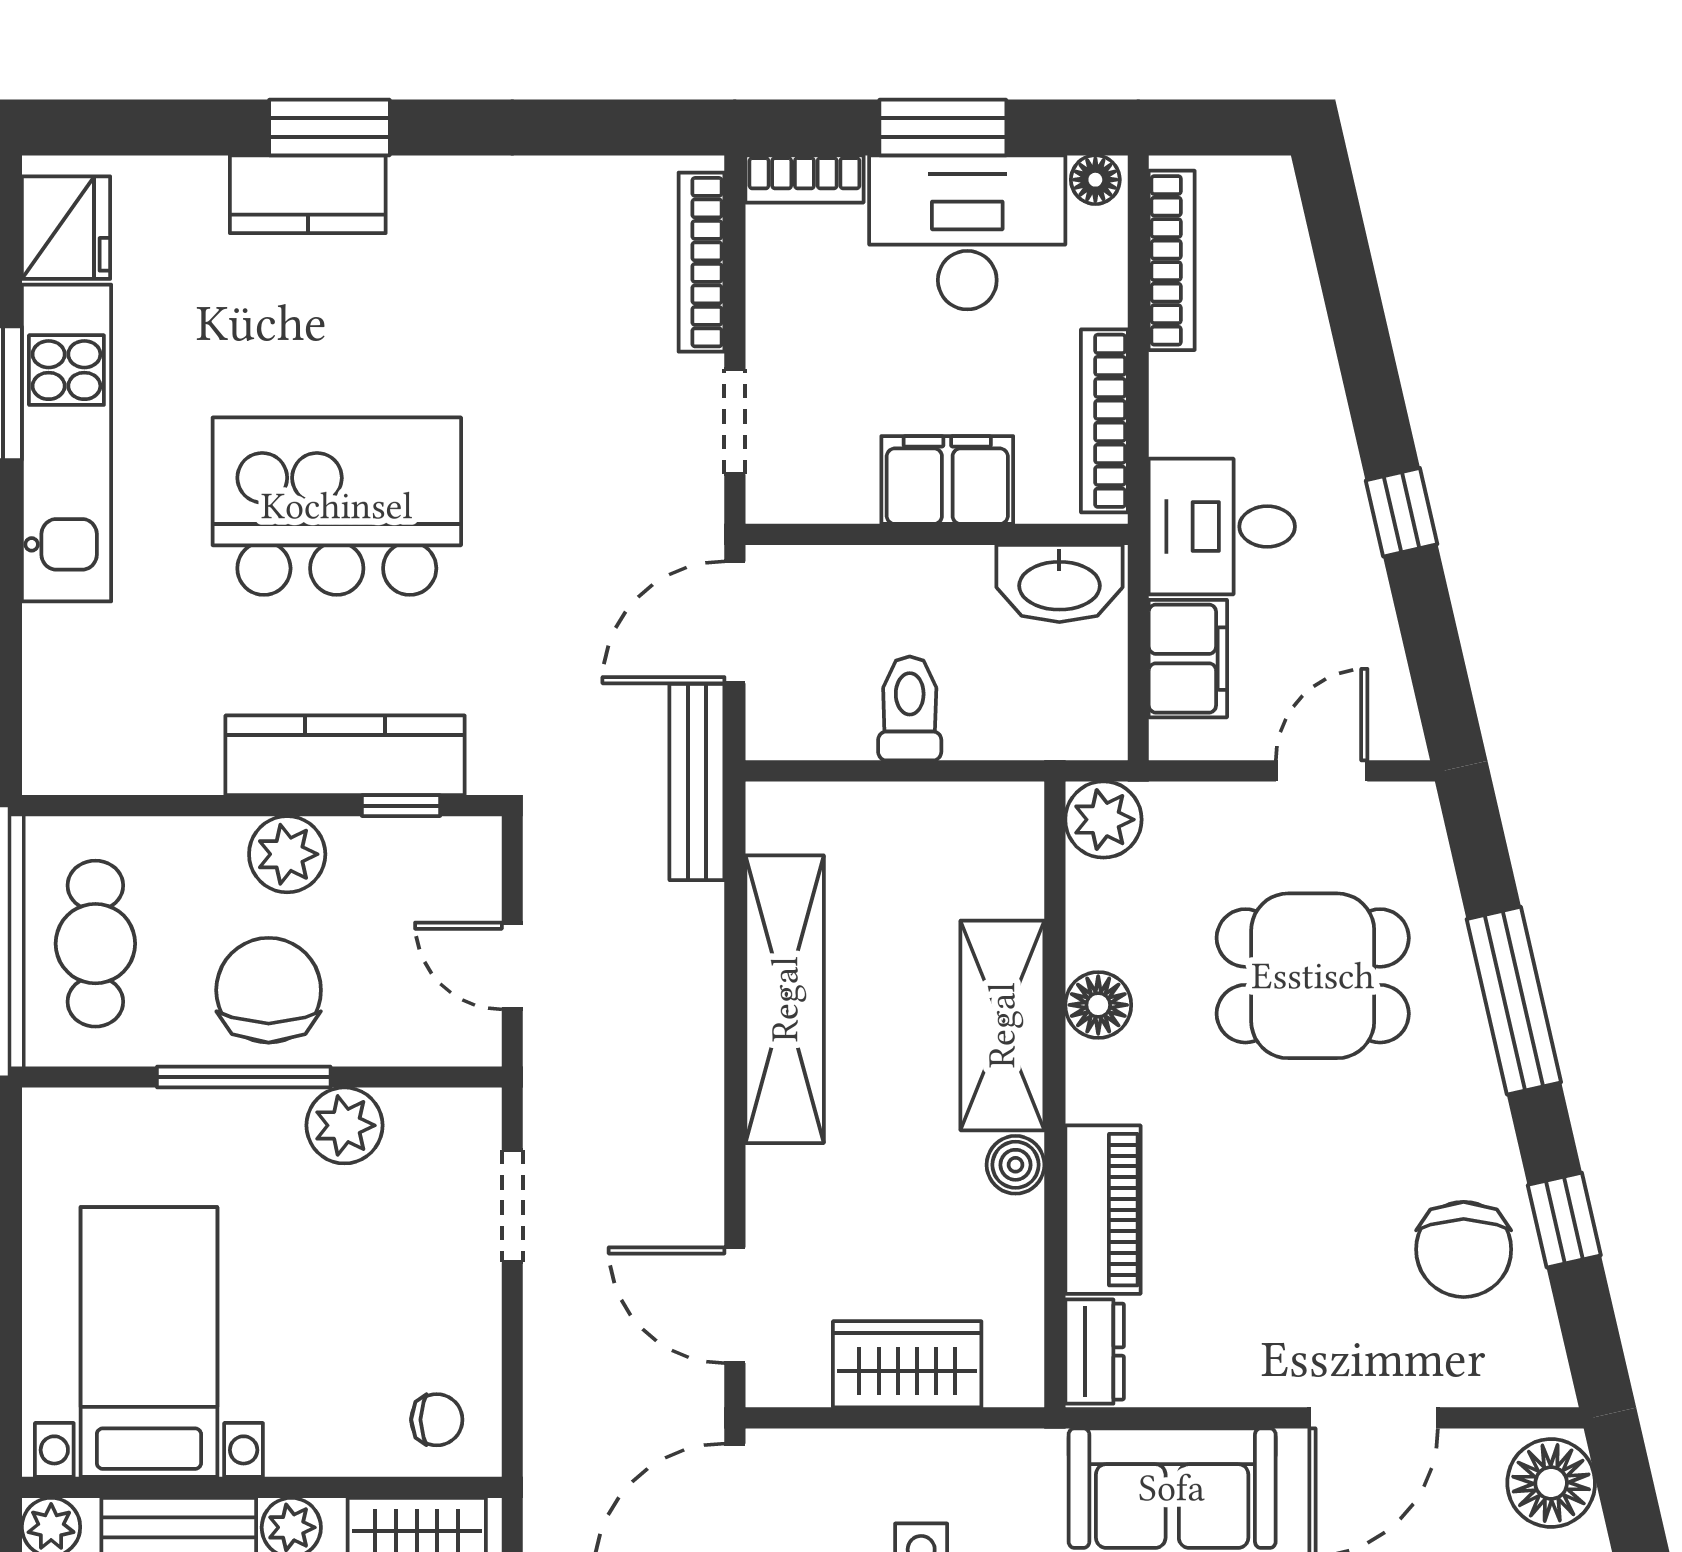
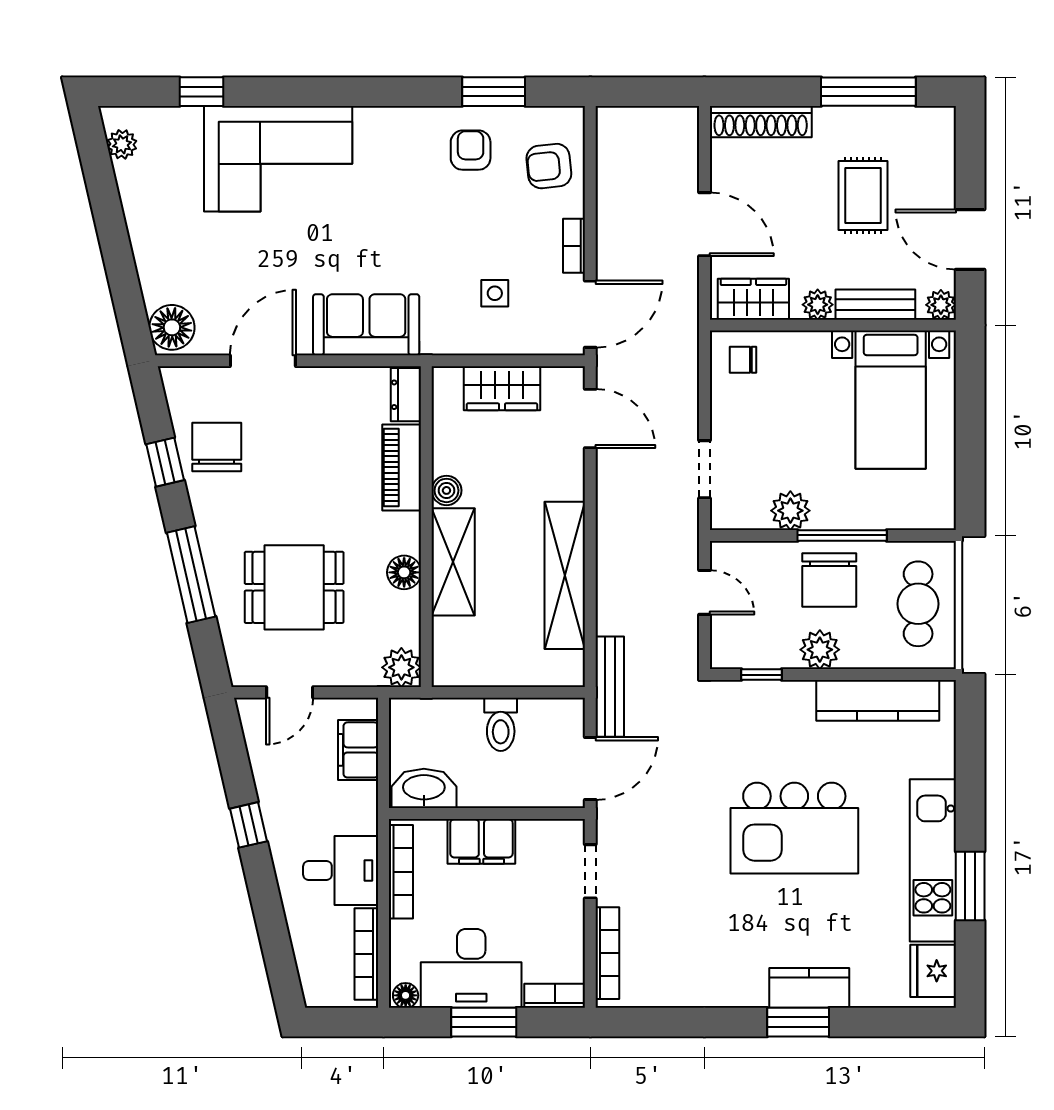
desk: (1222, 527) -> (341, 870), moved
kitchen counter: (345, 755) -> (878, 700), moved

